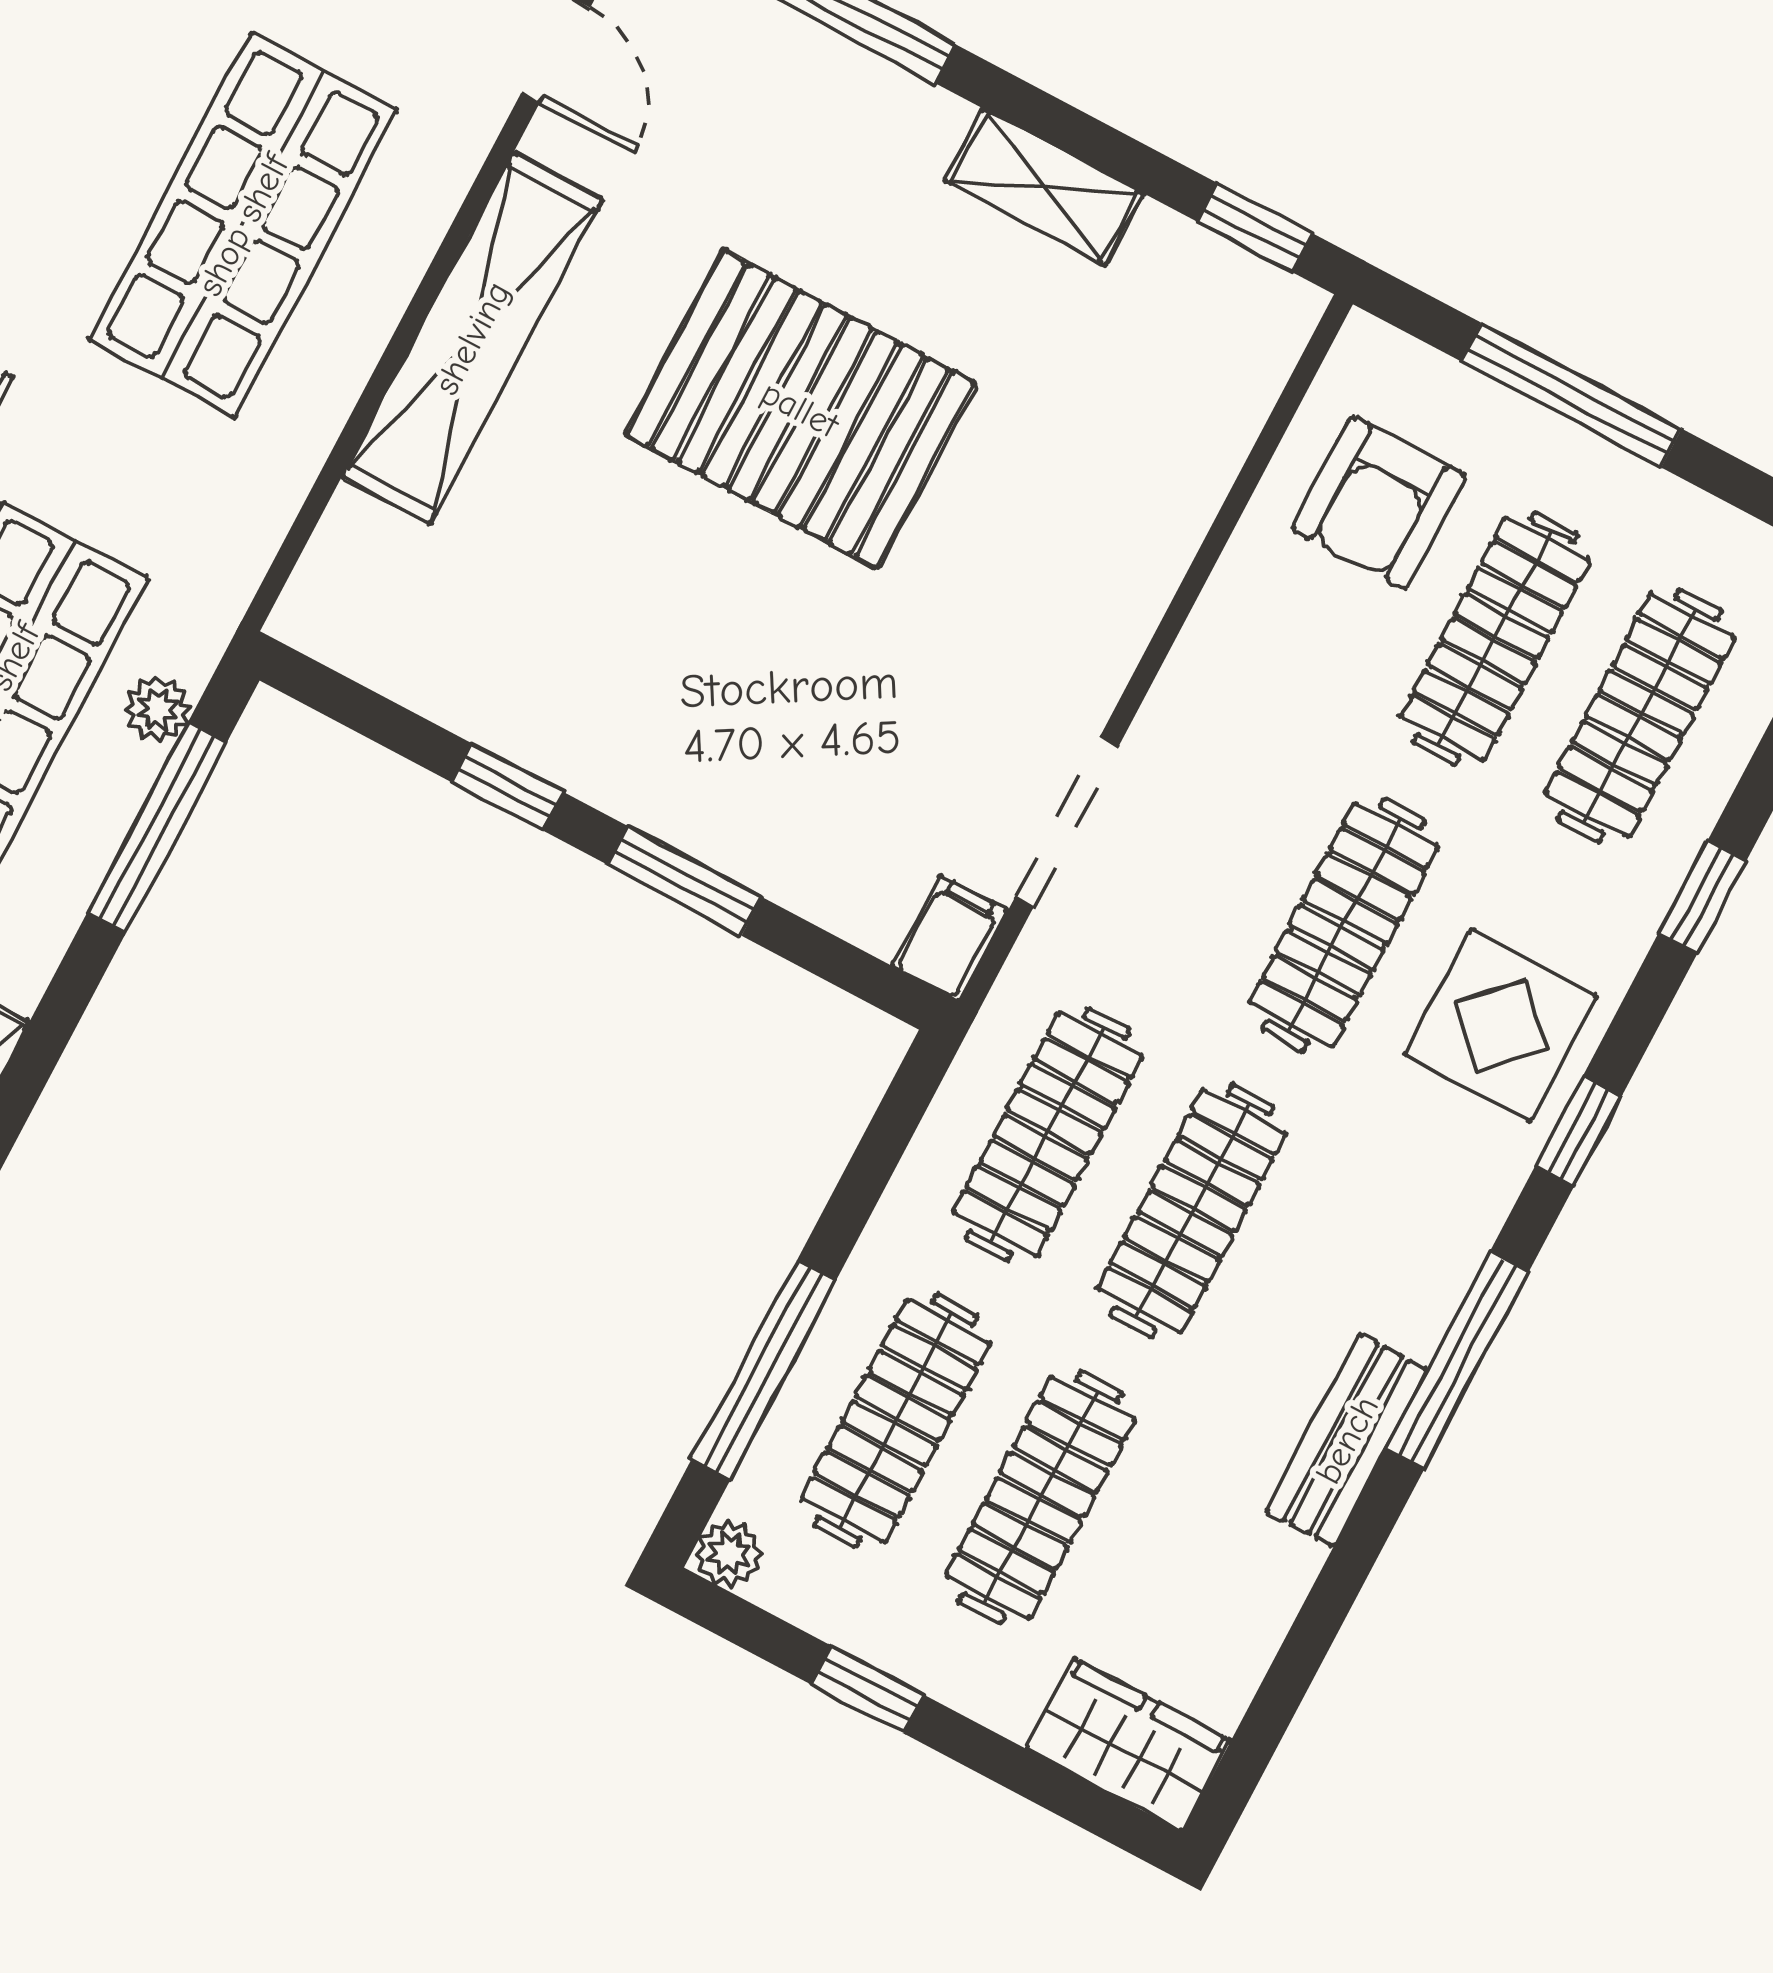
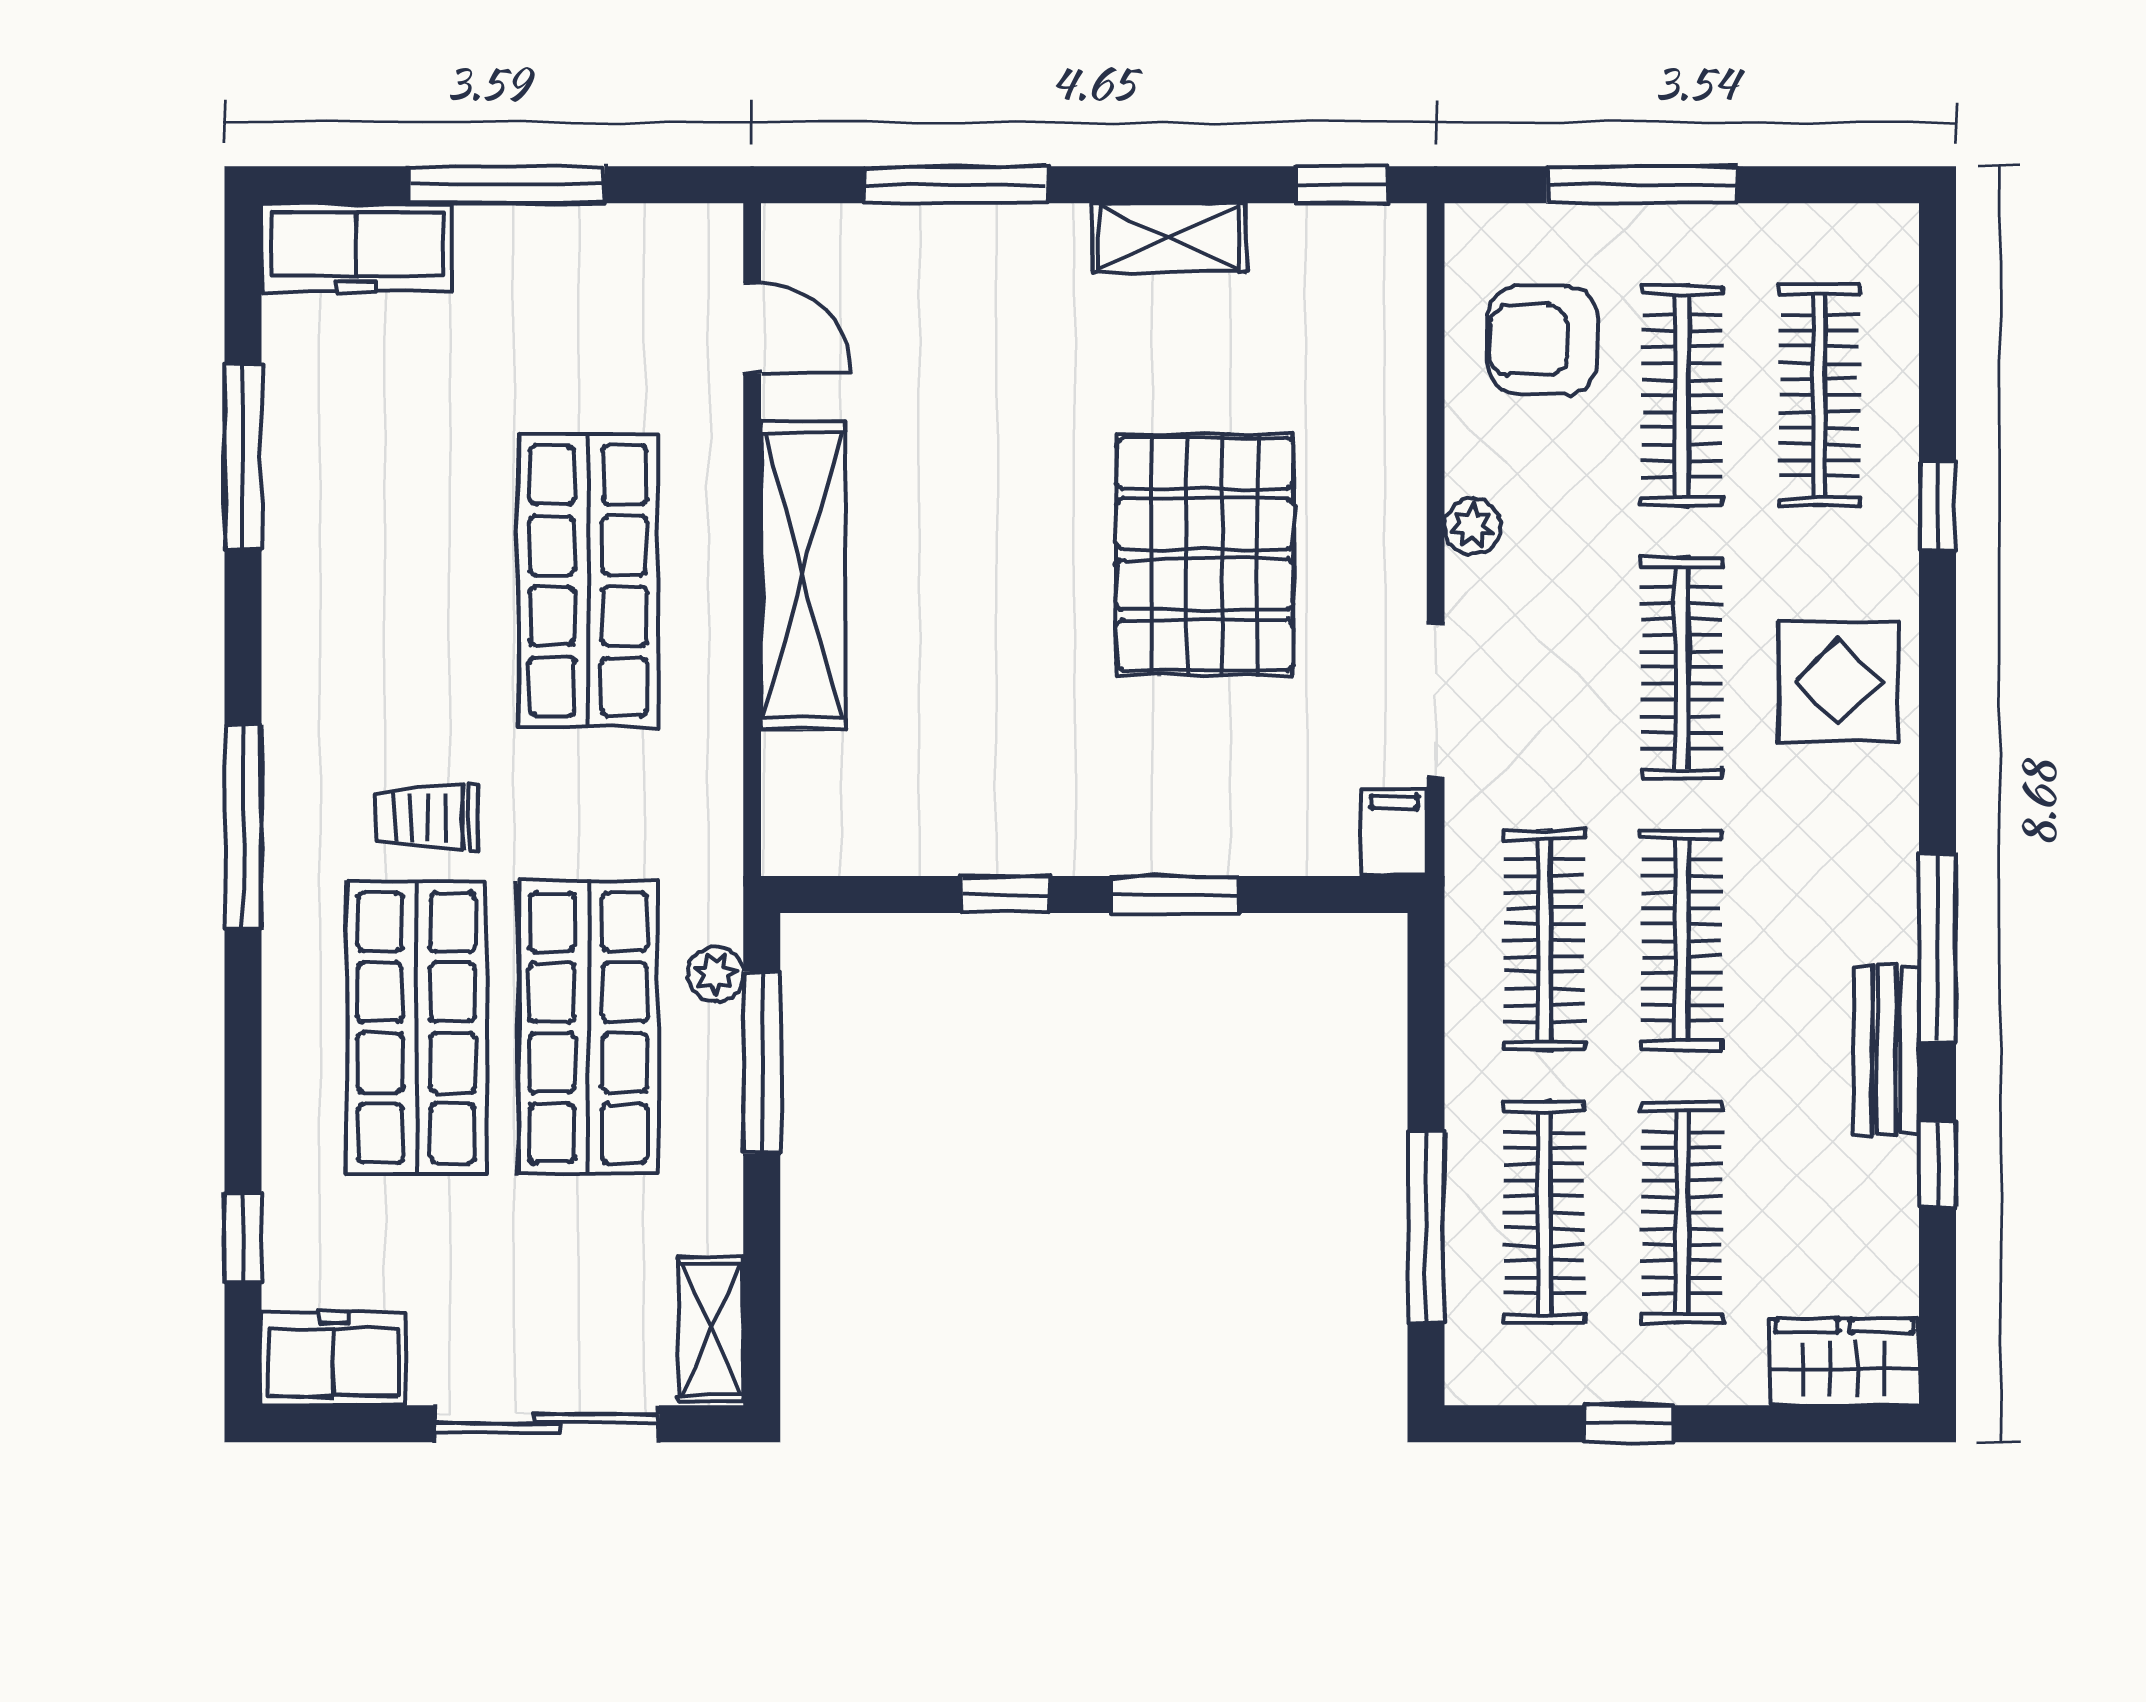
pallet: (800, 409) -> (1205, 554), moved, turned 90
armchair: (1379, 502) -> (1542, 340), turned 90
window: (1578, 1131) -> (1937, 1164), moved
plant: (729, 1554) -> (1473, 526), moved

